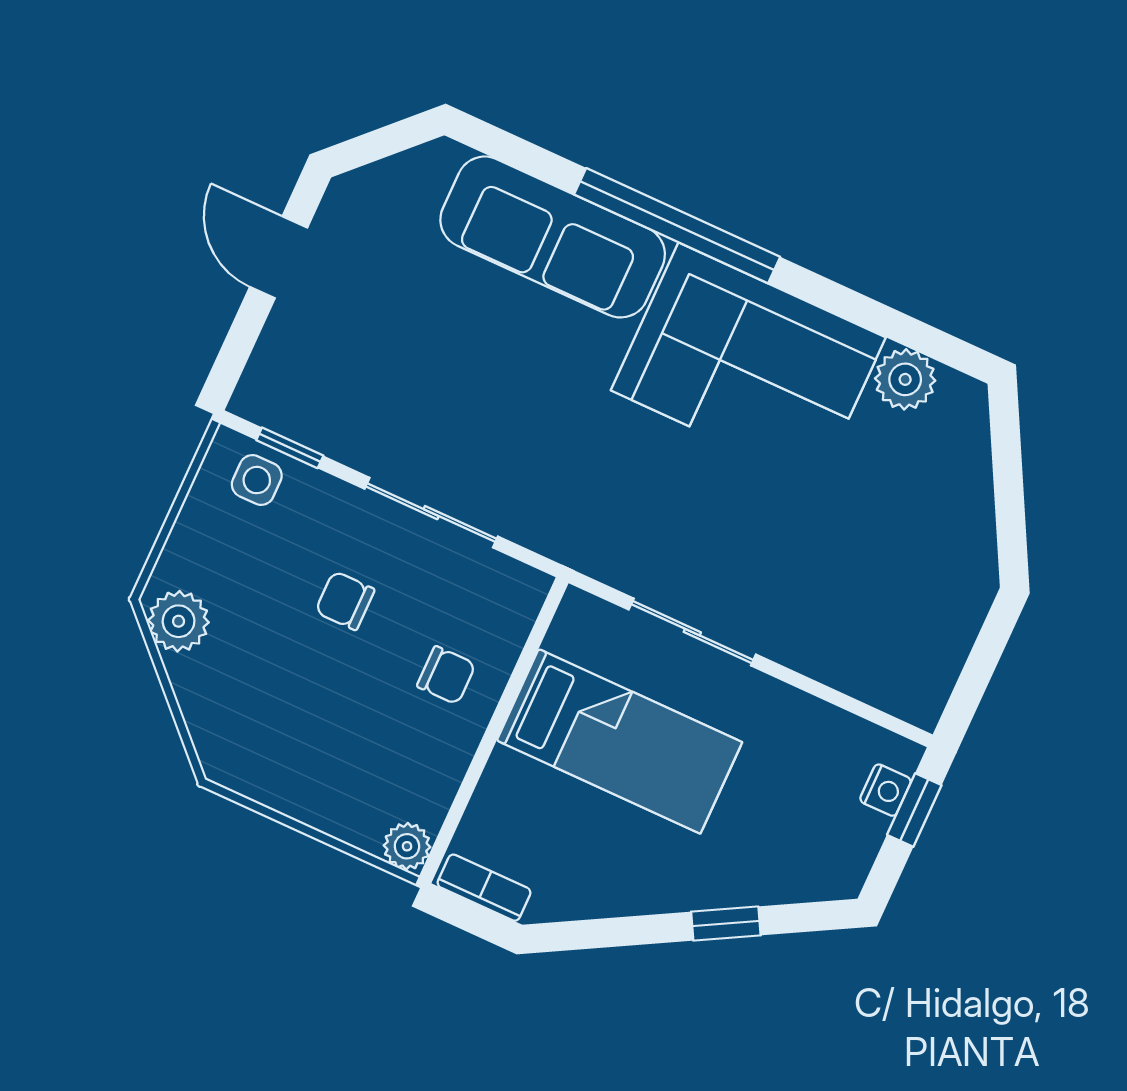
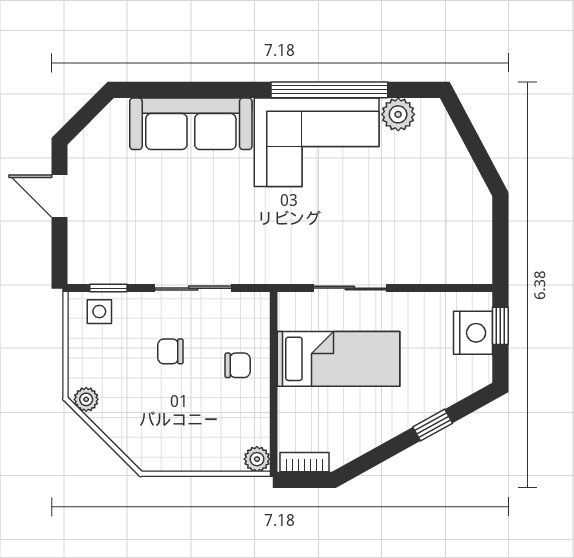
window: (677, 226) -> (329, 90), moved
plant: (179, 621) -> (86, 399), width x0.73, depth x0.73
nightstand: (885, 790) -> (473, 333), width x1.89, depth x1.79

